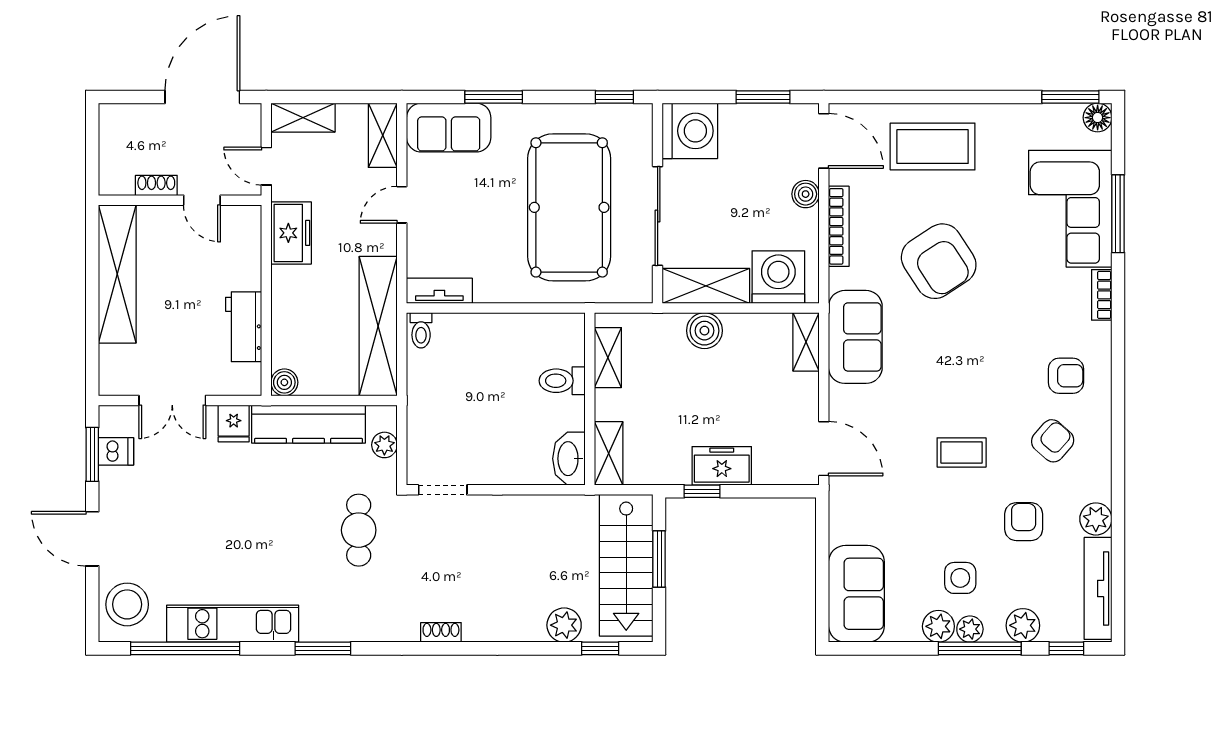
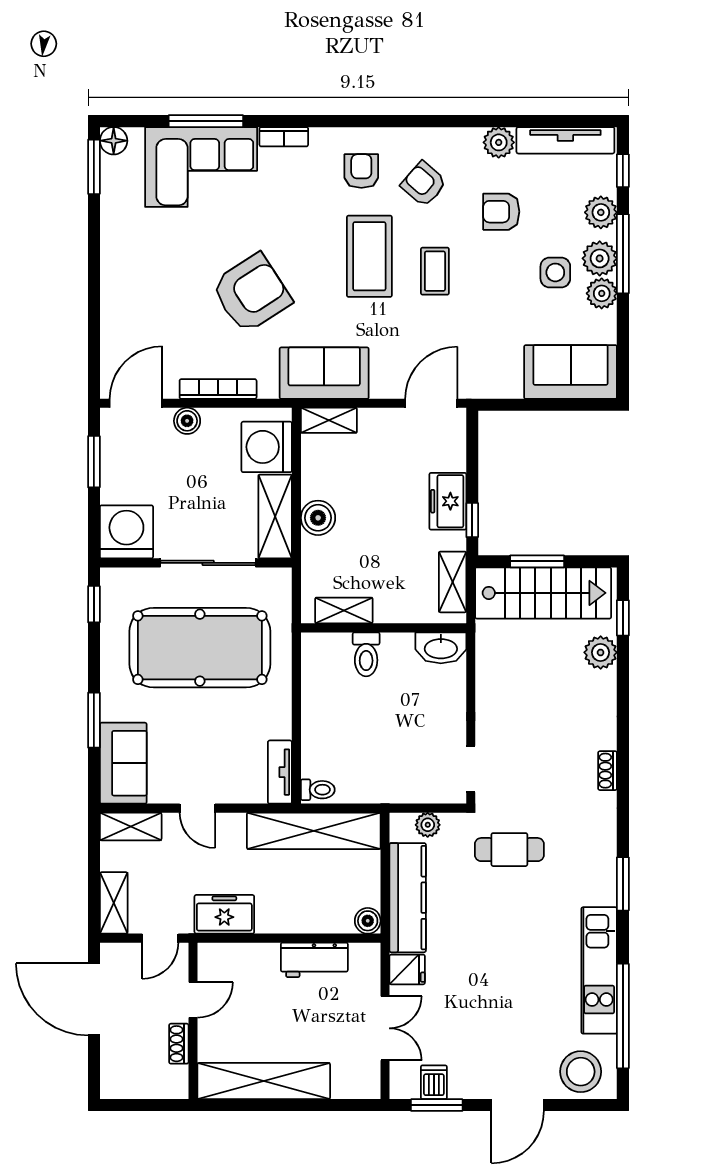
coffee table: (933, 147) -> (369, 256), moved
shelving: (609, 453) -> (453, 582), moved, turned 90
plant: (970, 629) -> (600, 258), width x1.38, depth x1.38

